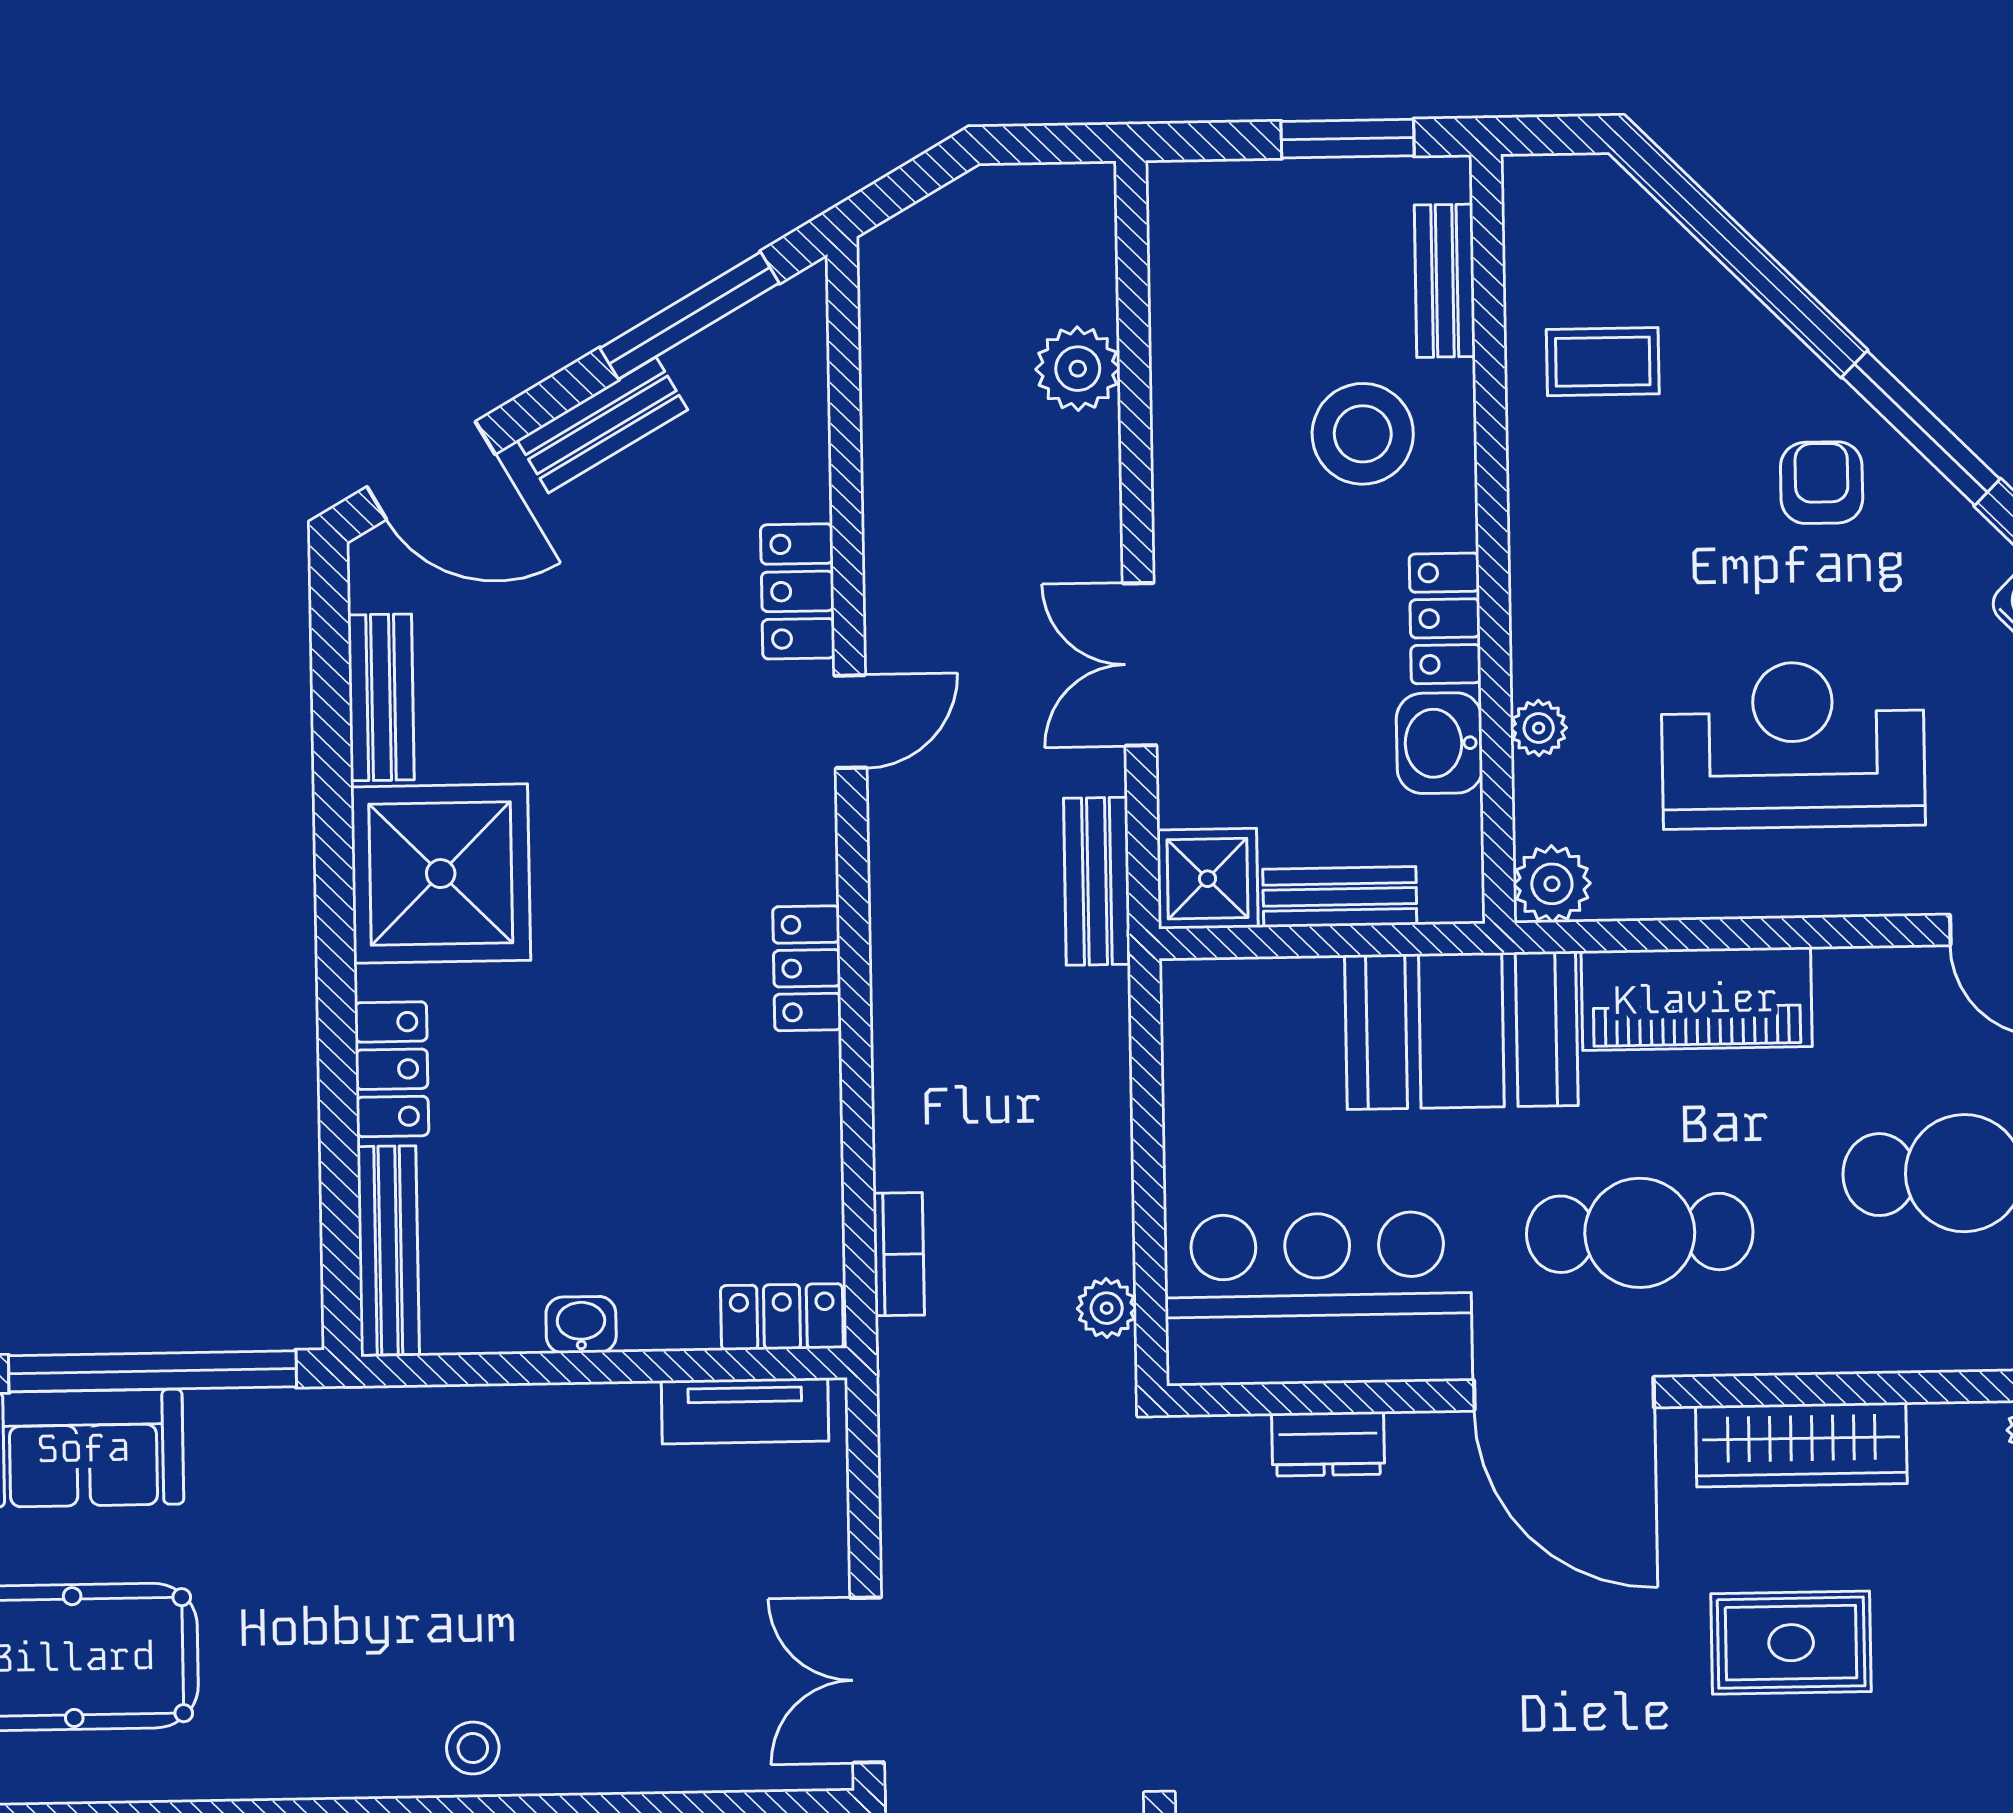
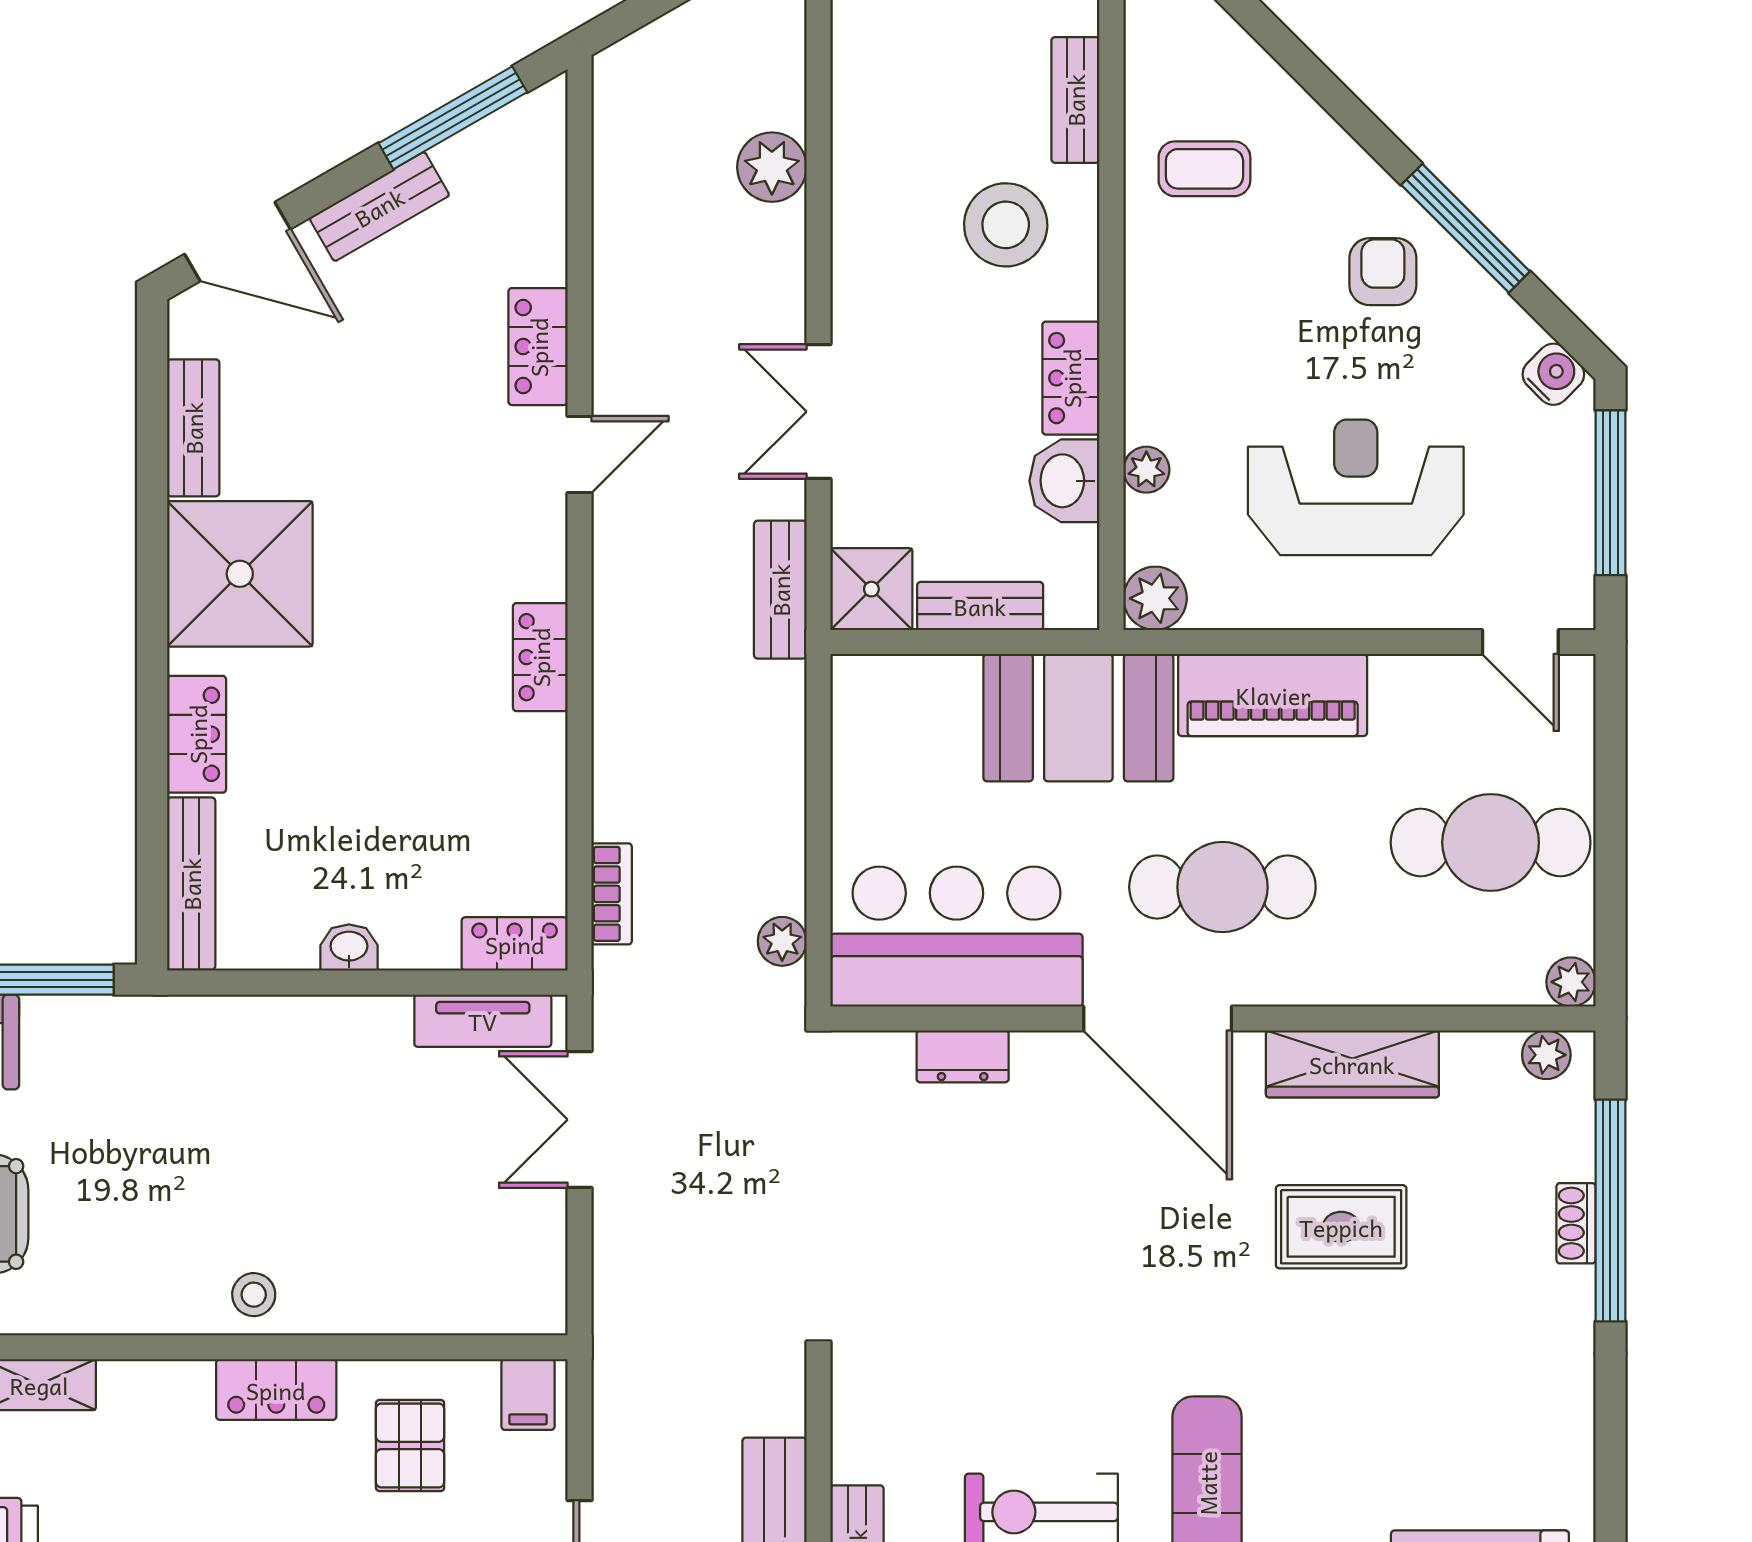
double door: (867, 1680) -> (579, 1120), moved

